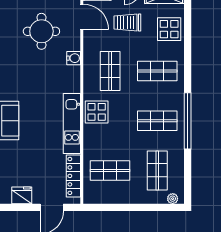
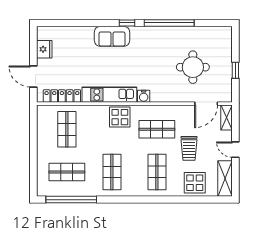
trolley: (127, 23) -> (189, 148), moved, turned 180
water cooler: (74, 58) -> (144, 96), moved
window: (188, 121) -> (71, 200), moved
plant: (173, 199) -> (41, 186), removed

